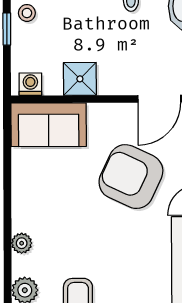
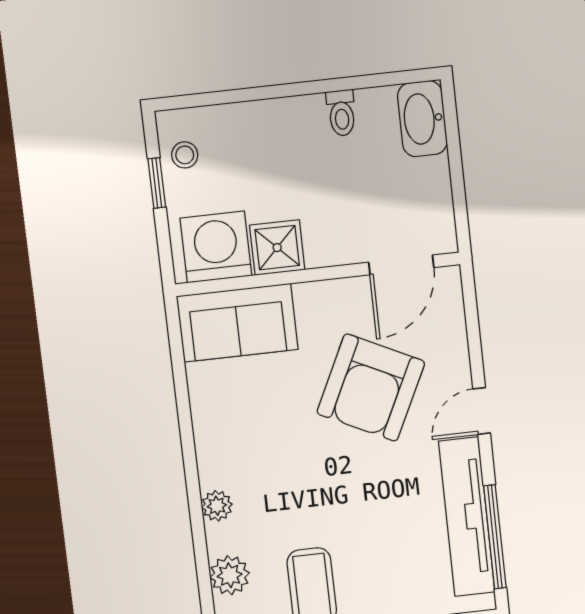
washing machine: (30, 84) -> (216, 247), width x1.89, depth x1.89
armchair: (131, 177) -> (371, 388), turned -89

